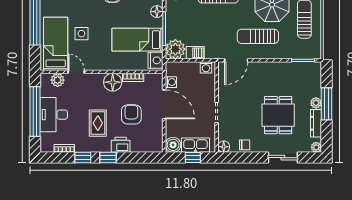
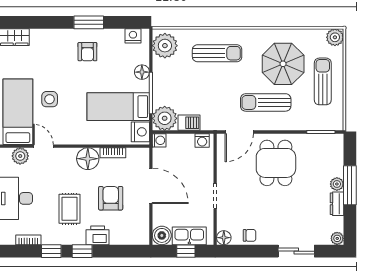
washing machine: (171, 82) -> (159, 140), moved
dining table: (278, 115) -> (276, 163), moved
dresser: (316, 123) -> (337, 204), width x0.70

